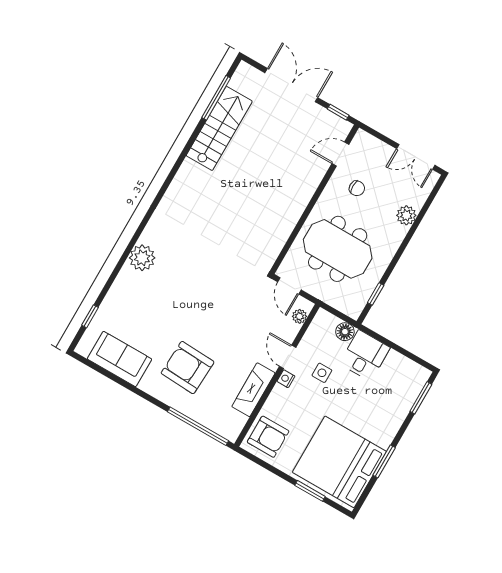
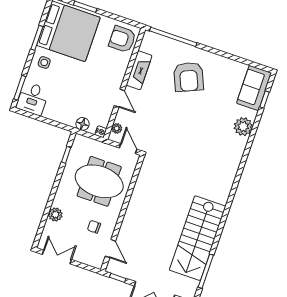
stairs: (219, 128) -> (198, 238), width x1.36, depth x1.51
door: (340, 154) -> (110, 249), hinge flipped
plant: (142, 258) -> (243, 127), moved
desk: (365, 356) -> (33, 99), moved
sofa: (120, 359) -> (254, 88), moved, turned 90
armchair: (188, 368) -> (189, 77), turned 64
side table: (322, 373) -> (44, 62), moved
nightstand: (286, 379) -> (101, 132), moved

